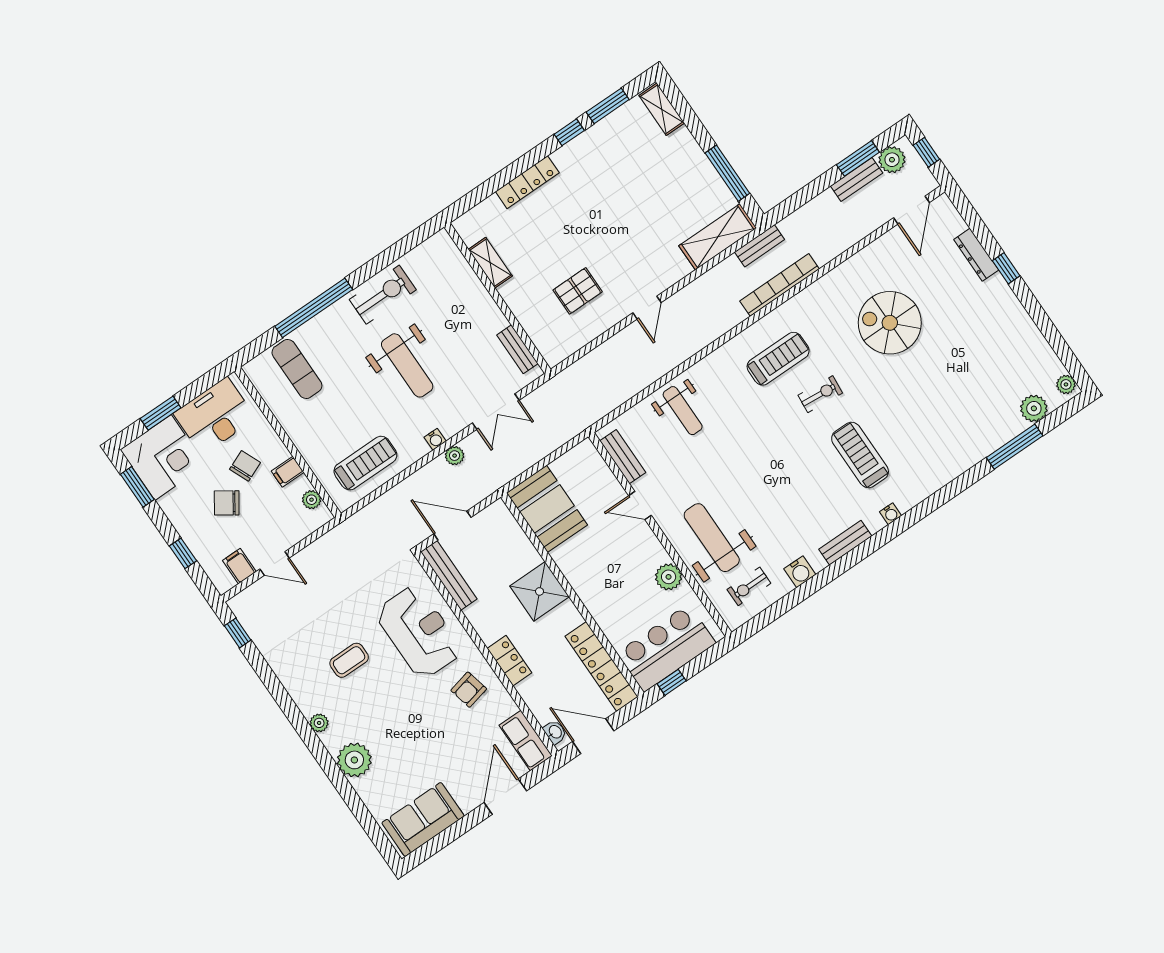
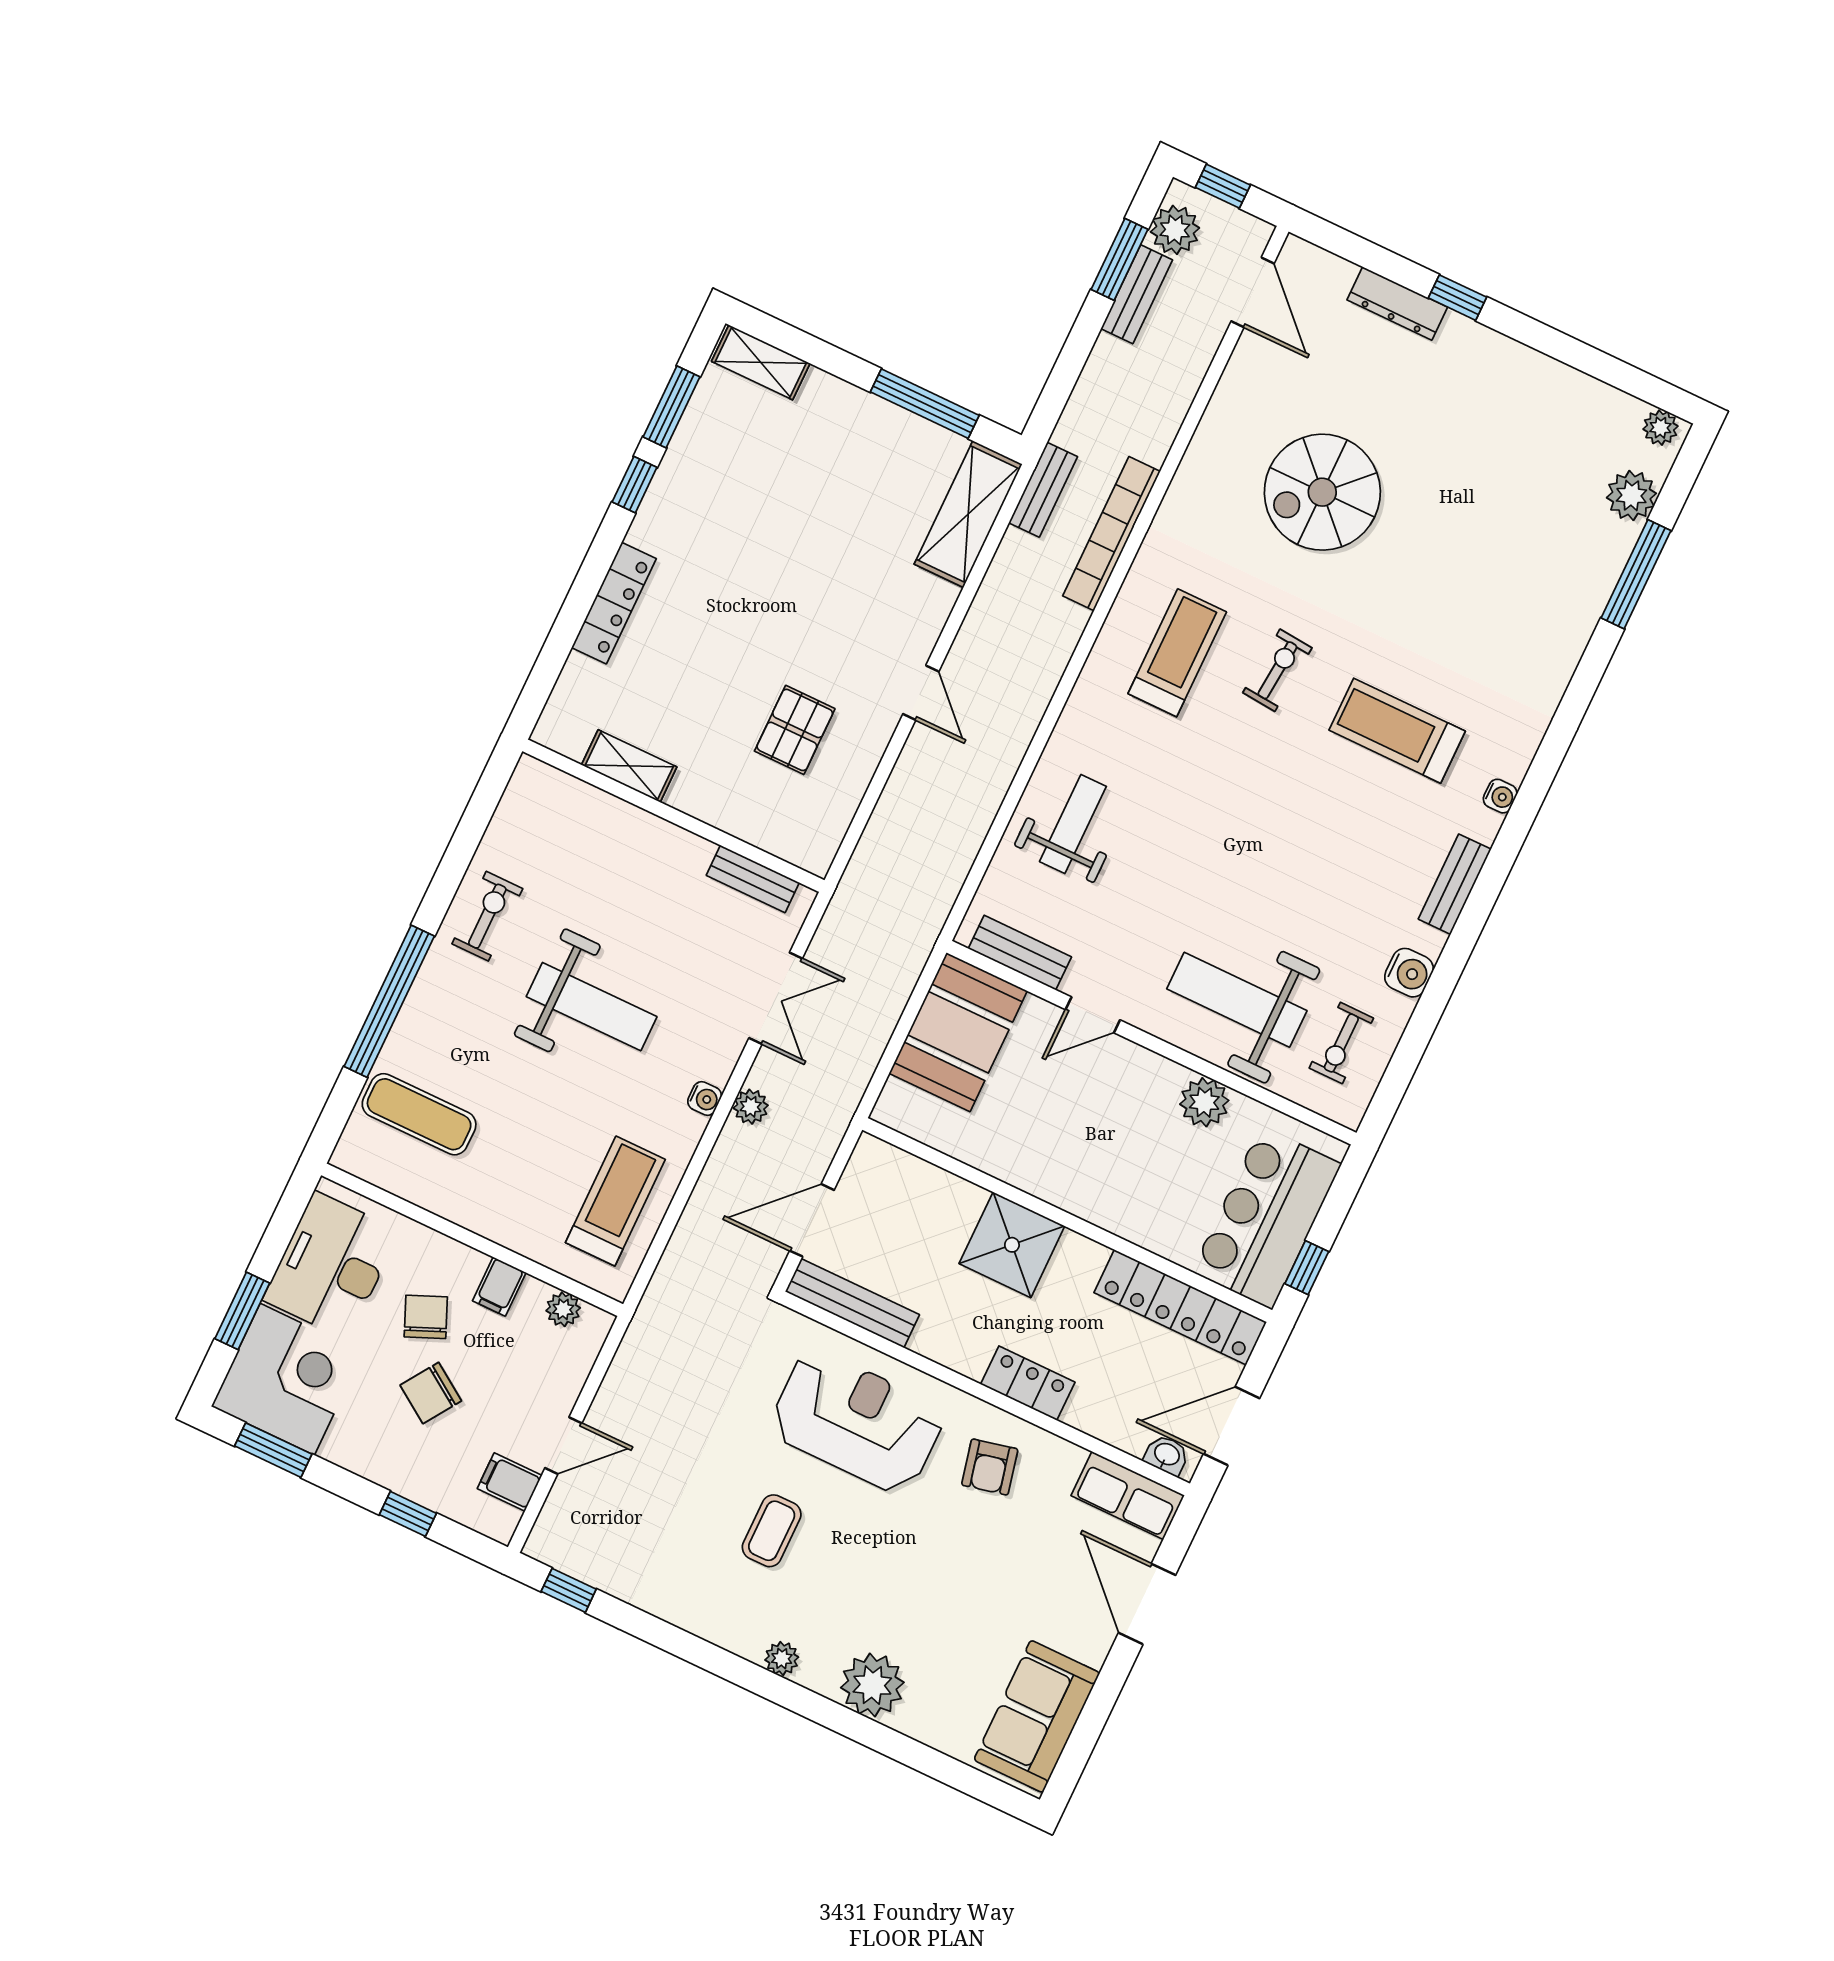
exercise bike: (383, 295) -> (487, 916), width x0.73, depth x0.72
weight bench: (683, 411) -> (1073, 824), turned -90
booth: (547, 509) -> (958, 1032), moved, turned 90

